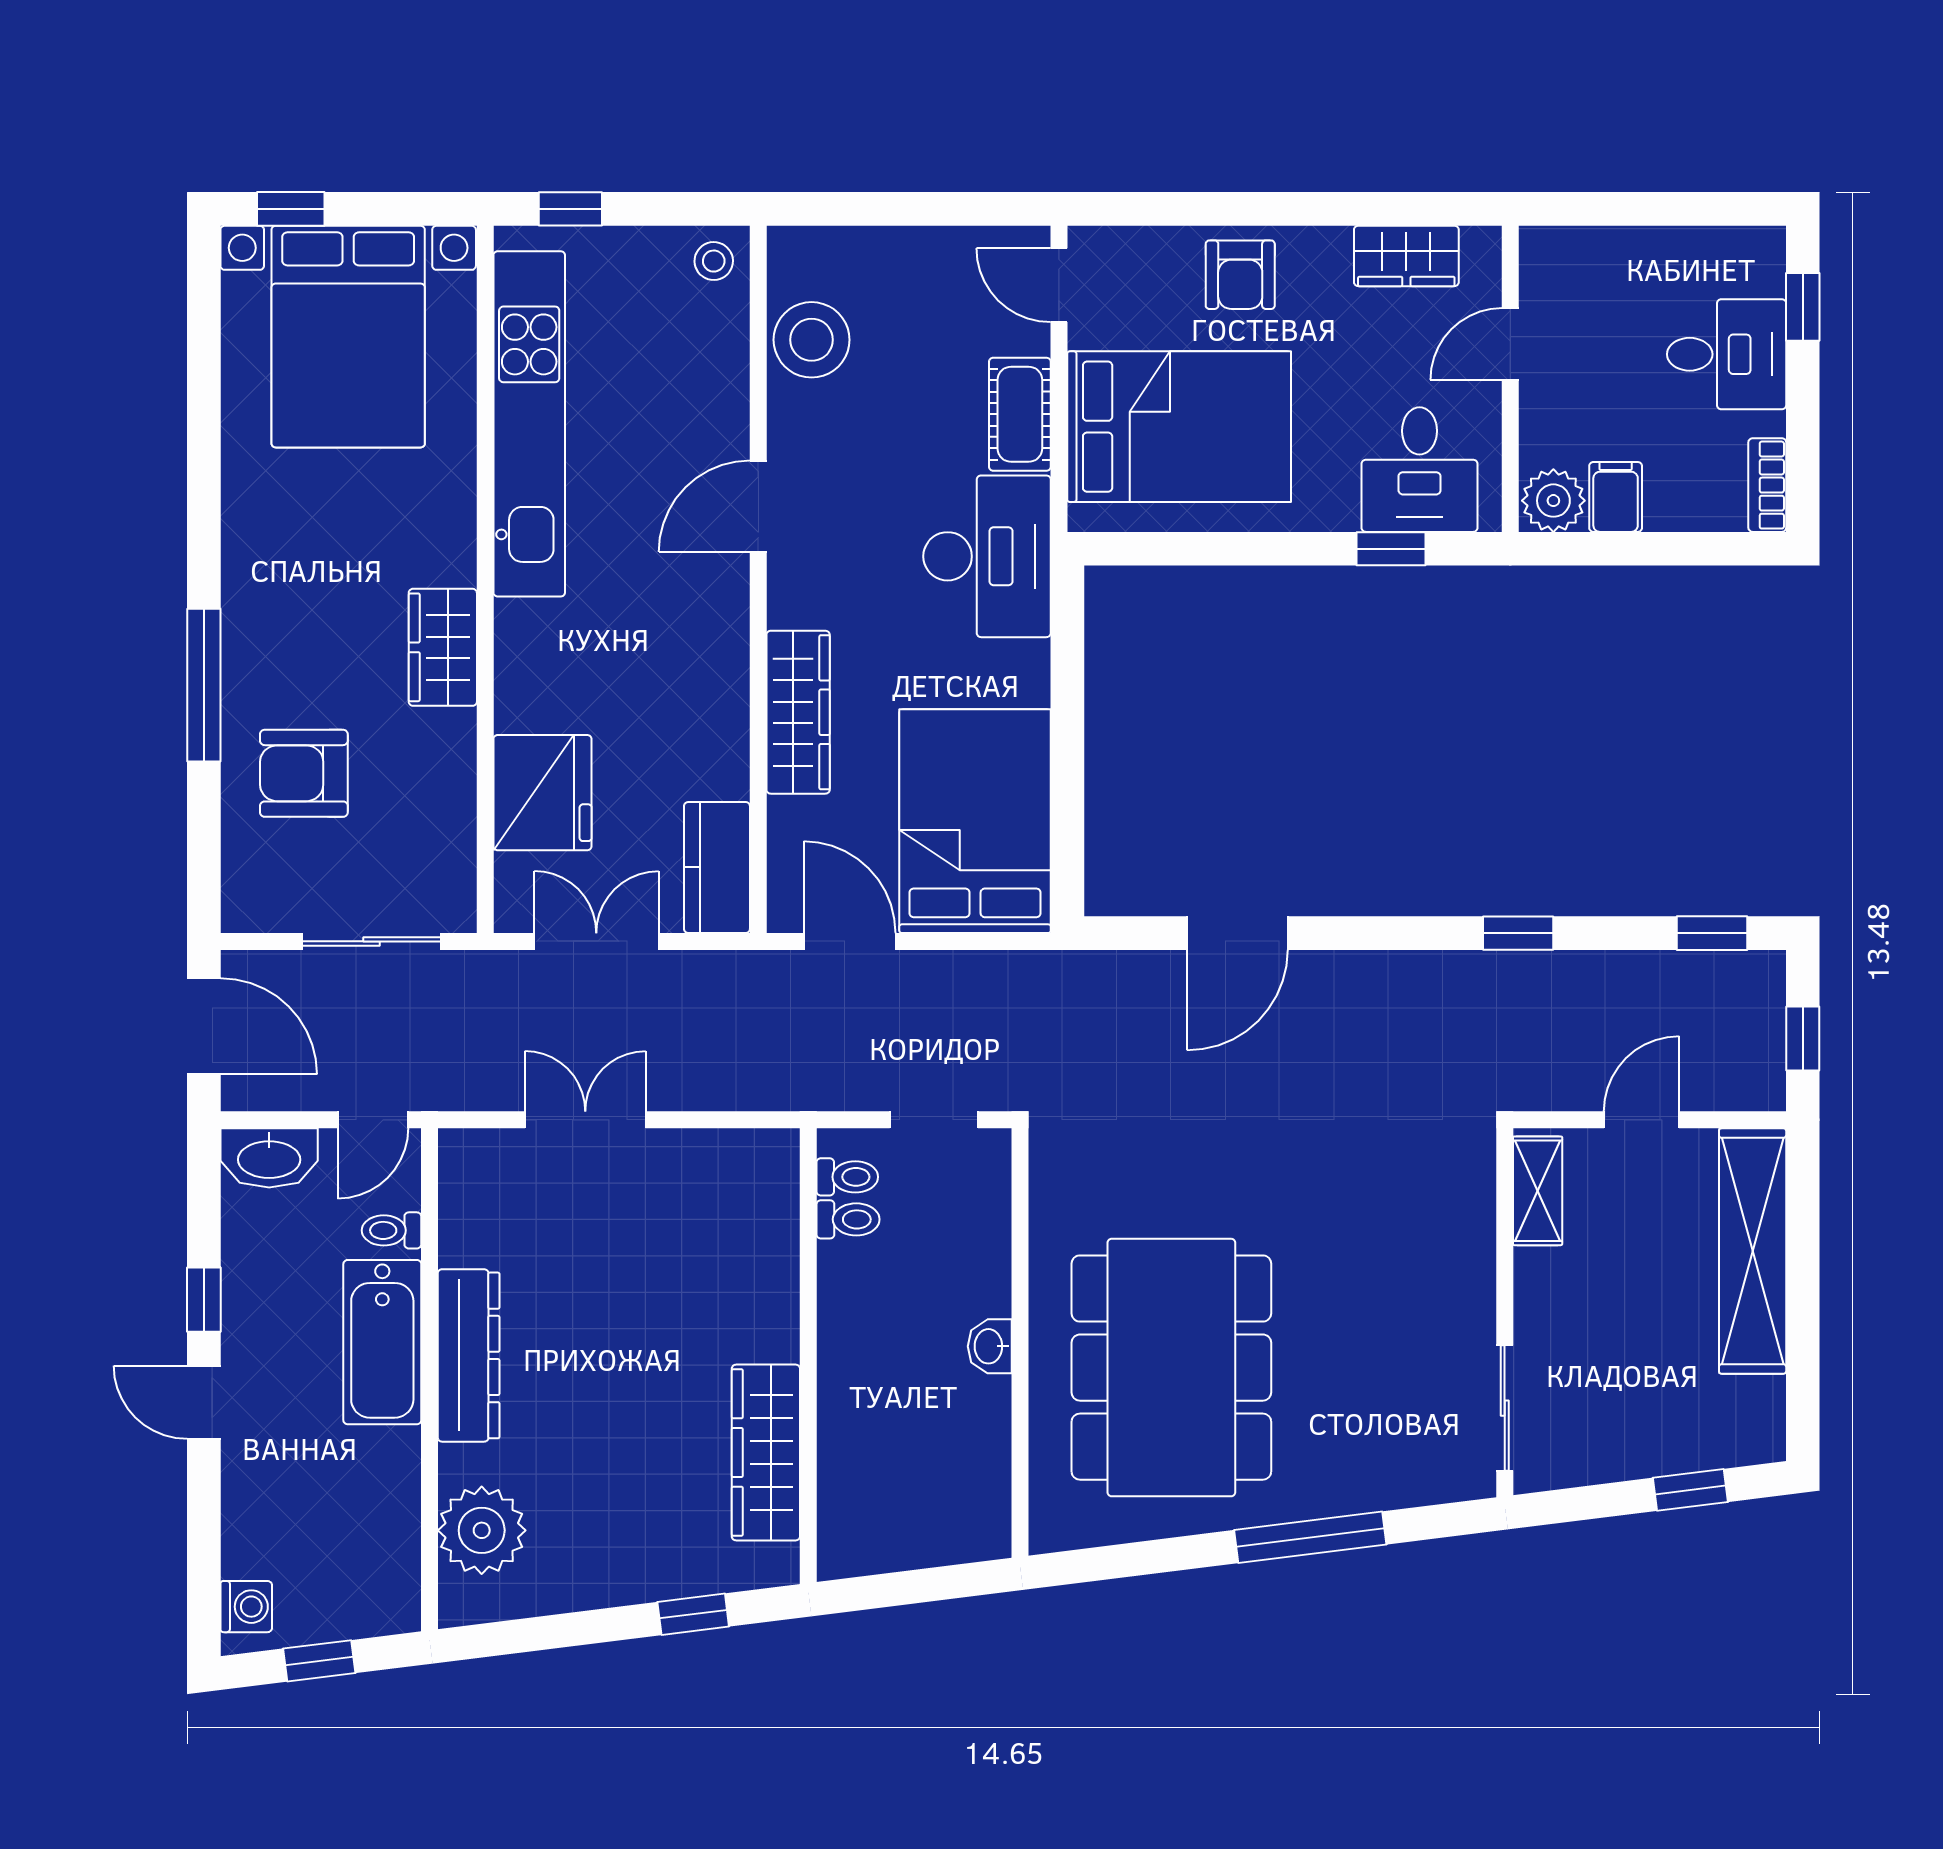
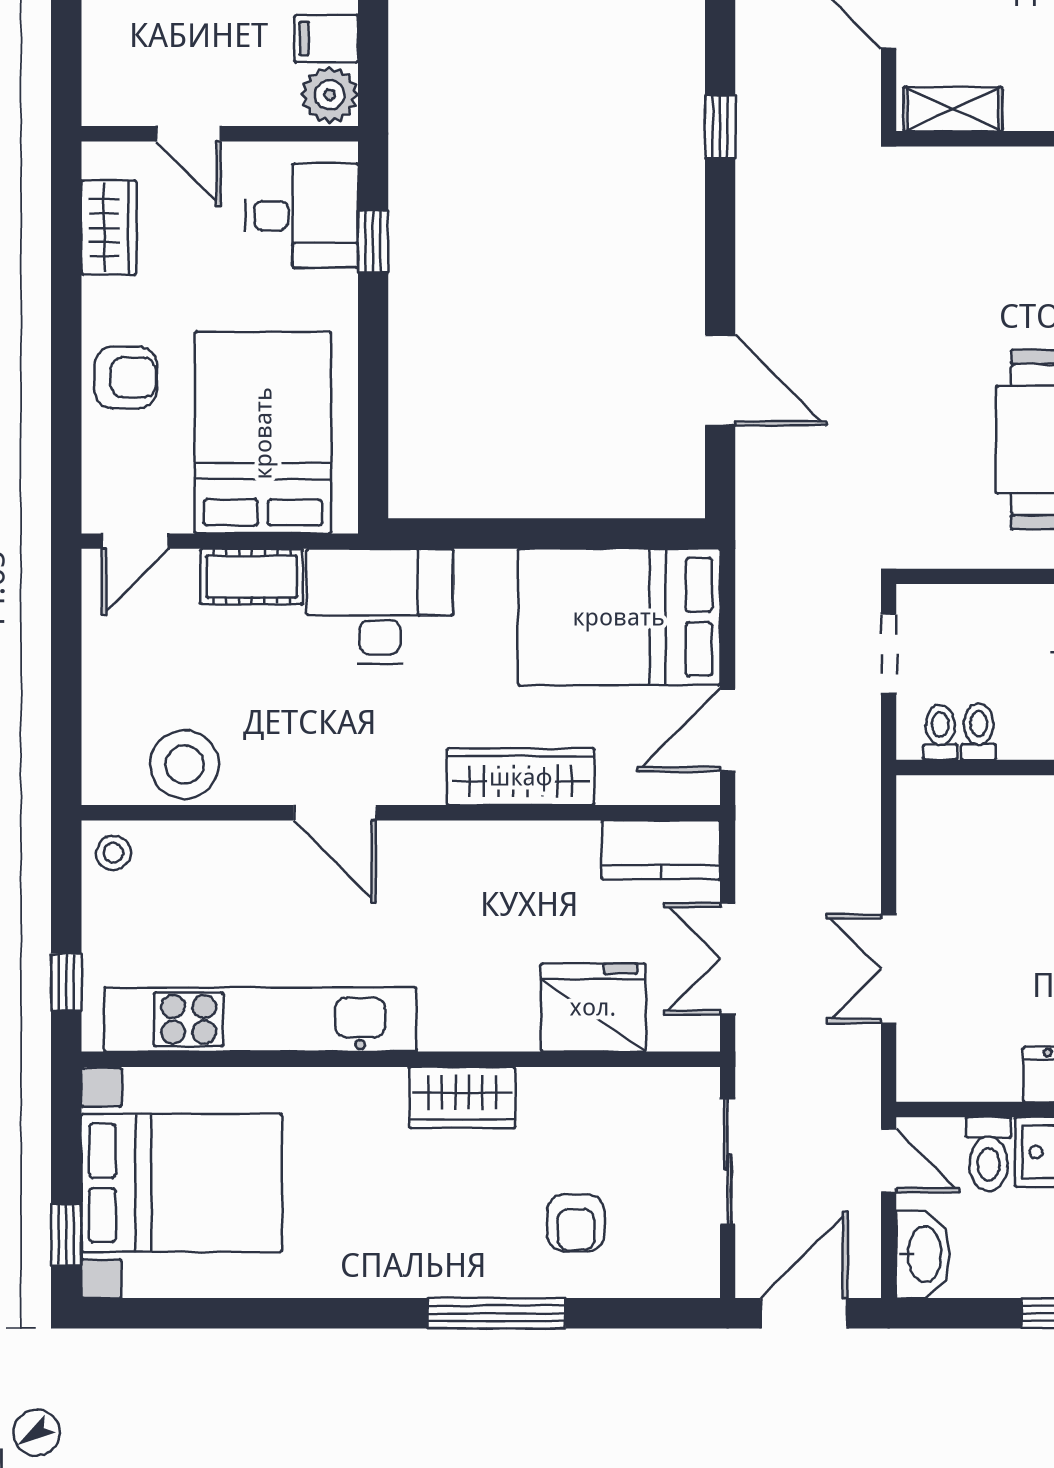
armchair: (304, 773) -> (576, 1223), width x0.72, depth x0.72
toilet: (391, 1230) -> (989, 1154), width x1.37, depth x1.39

